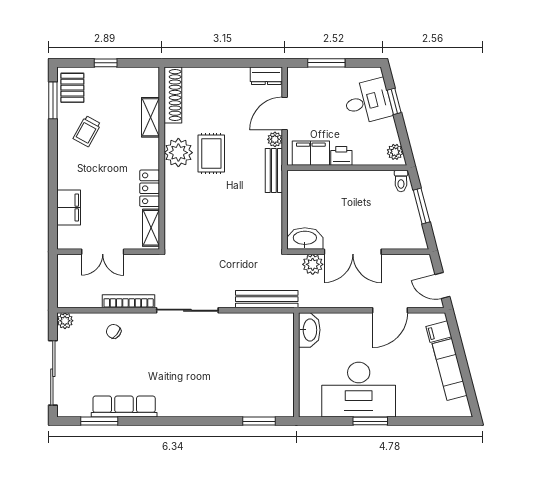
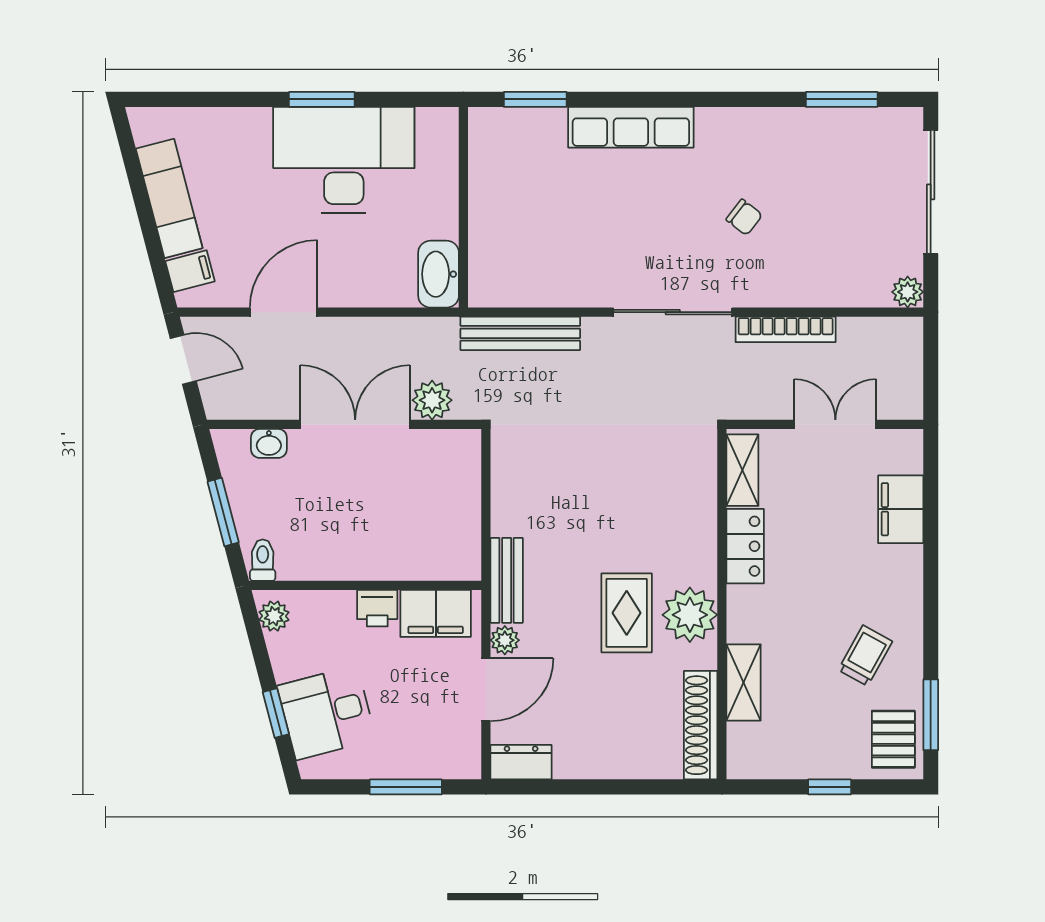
washbasin: (305, 238) -> (269, 443), moved, width x0.52, depth x0.69
chair: (114, 331) -> (744, 217), moved
row of seats: (124, 407) -> (631, 127), moved

